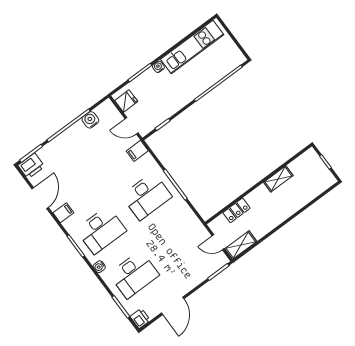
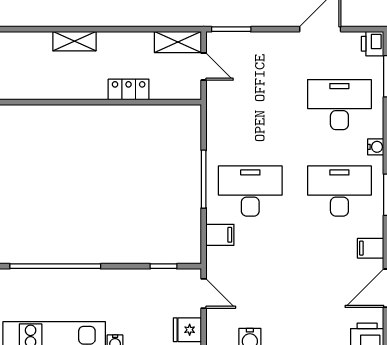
filing cabinet: (137, 151) -> (220, 235), moved
shelving: (278, 179) -> (74, 41), moved
locker: (236, 210) -> (129, 90), moved

